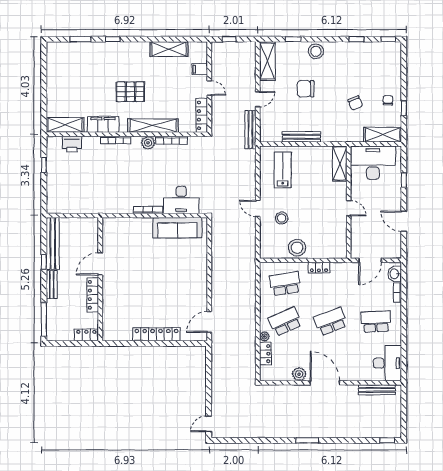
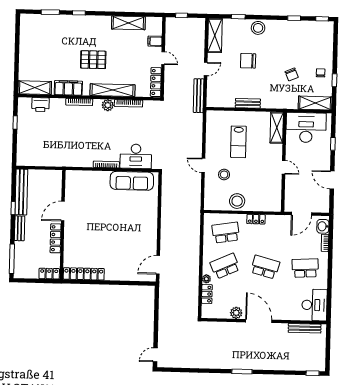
bench: (301, 137) -> (248, 103), width x0.73
lab bench: (283, 170) -> (238, 142), moved, turned 180
school desk: (330, 322) -> (265, 267), turned 36
locker: (157, 334) -> (84, 274), moved

